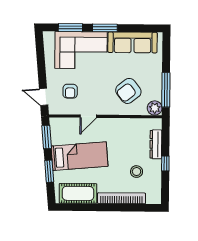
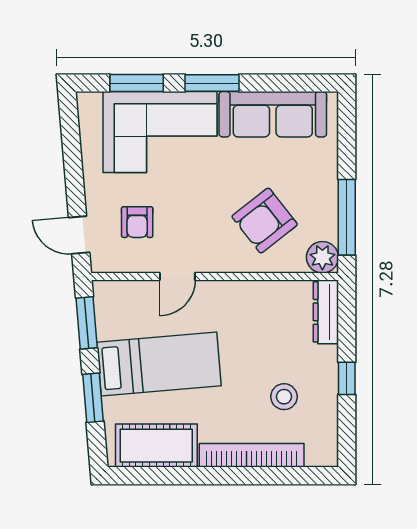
dresser: (156, 144) -> (326, 312), moved

